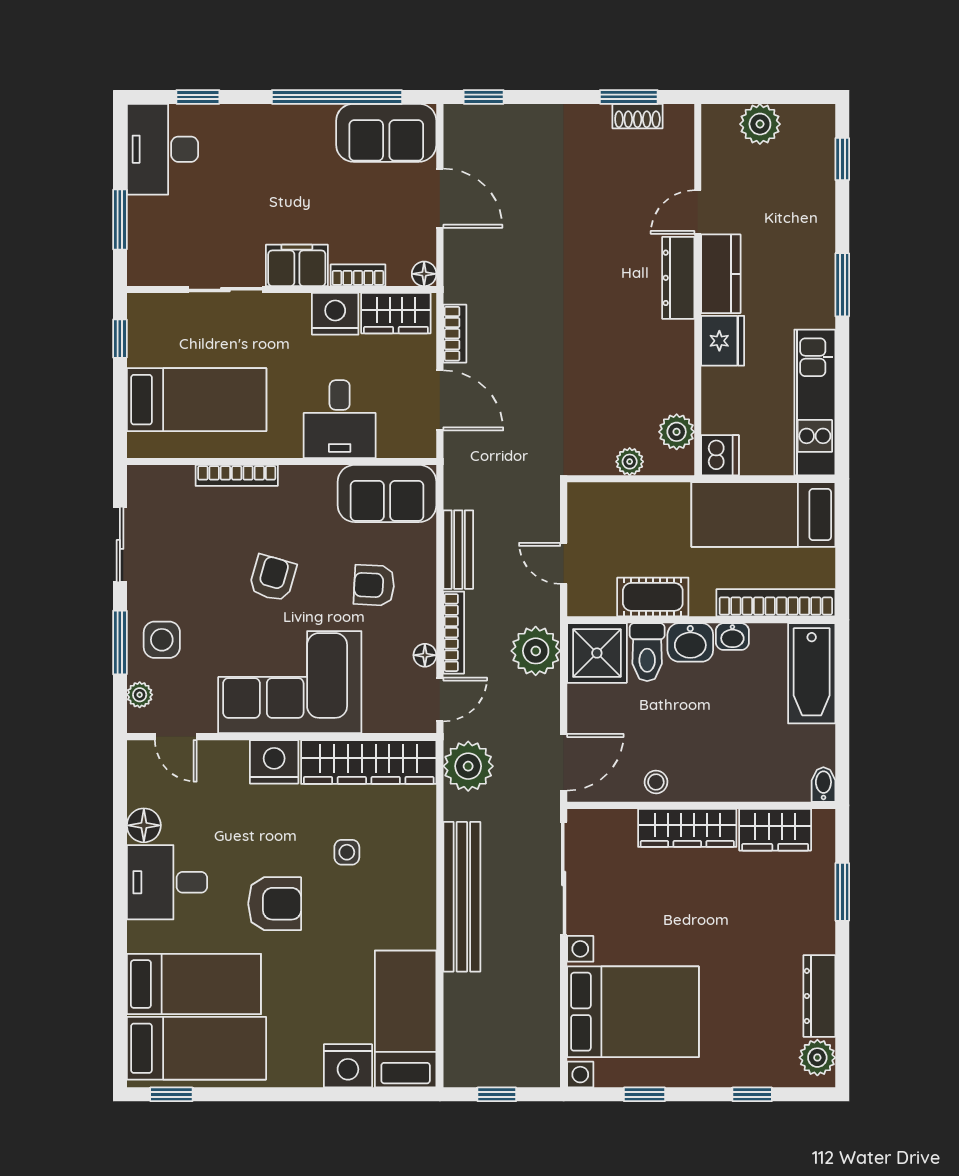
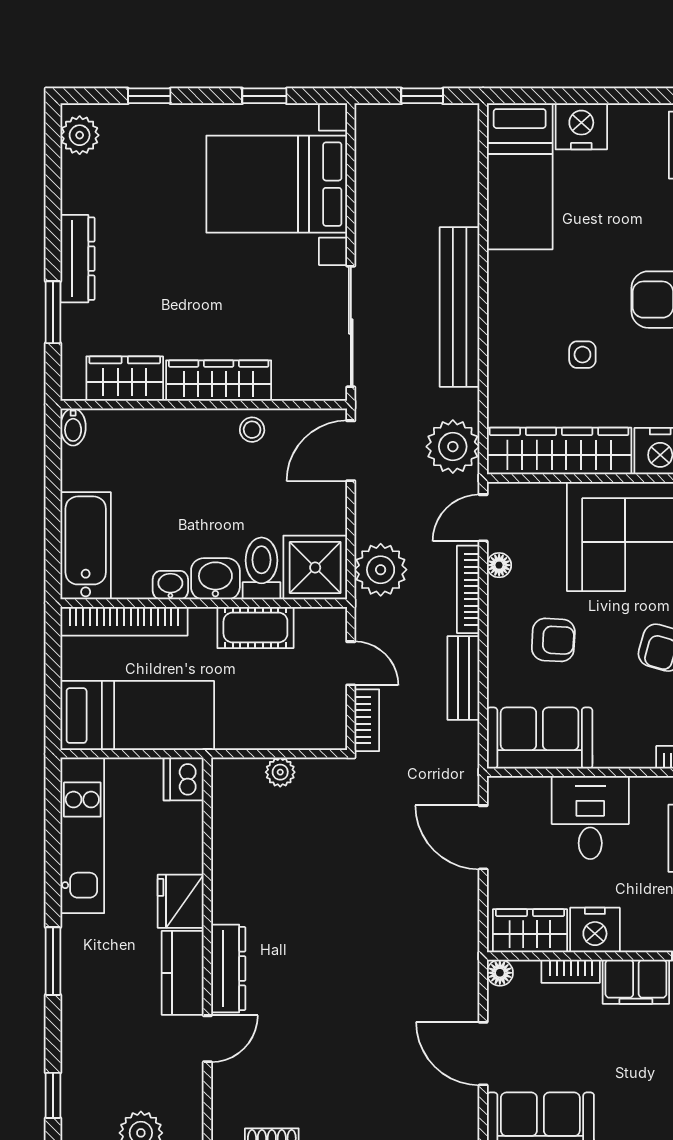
bookcase: (455, 334) -> (367, 720), moved, turned 180
plant: (677, 432) -> (230, 804), removed
dresser: (819, 996) -> (77, 259), moved

